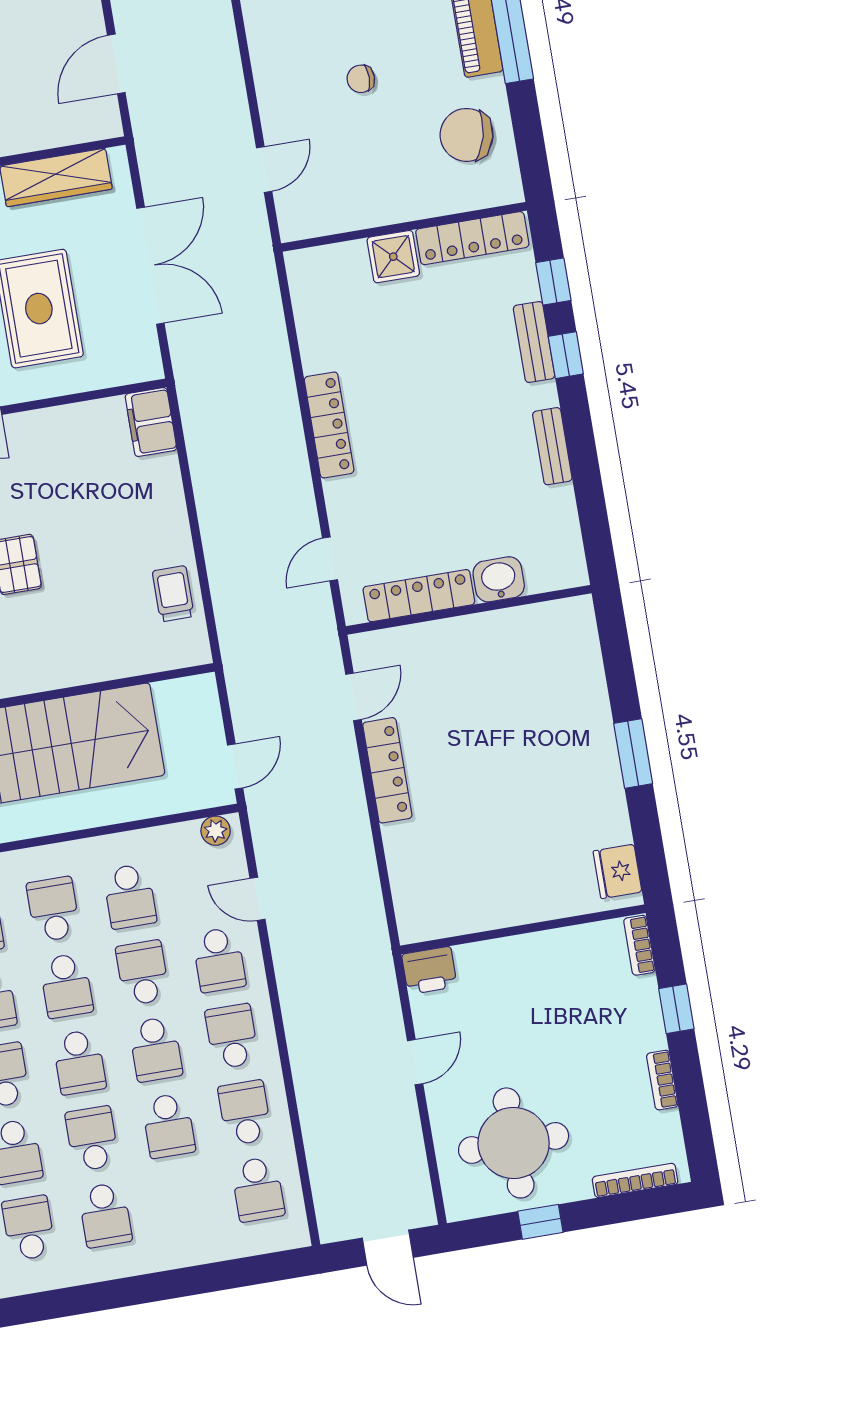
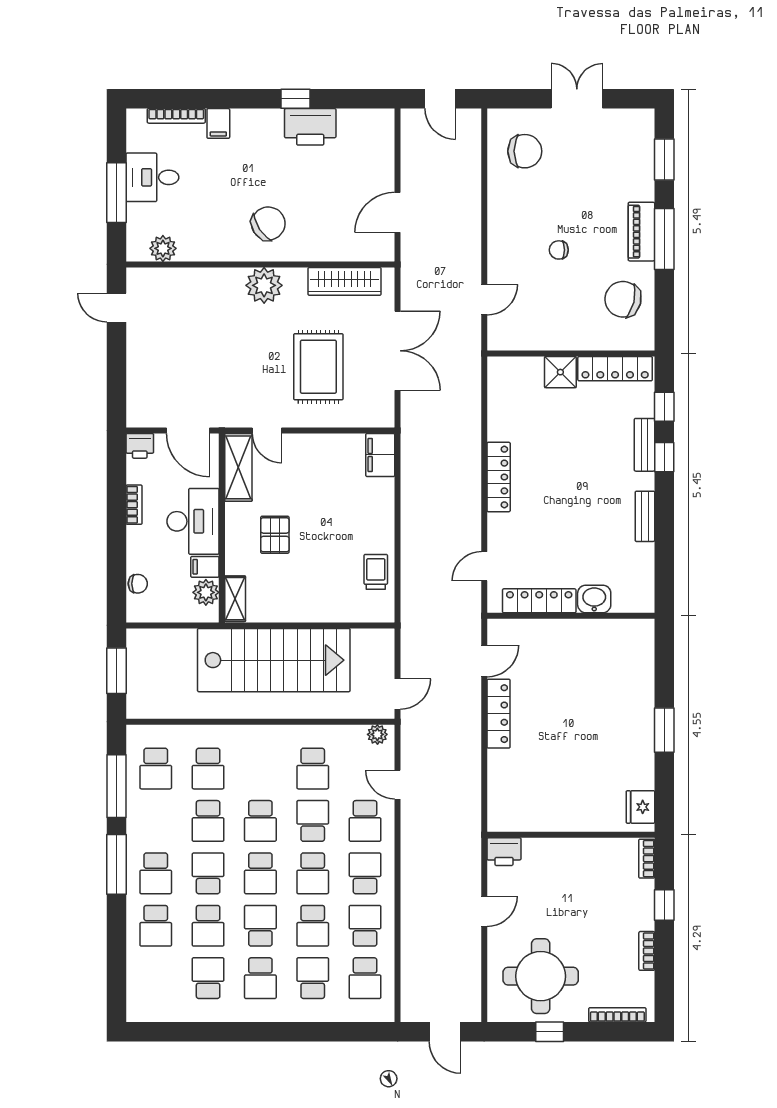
school desk: (53, 909) -> (313, 978), moved

